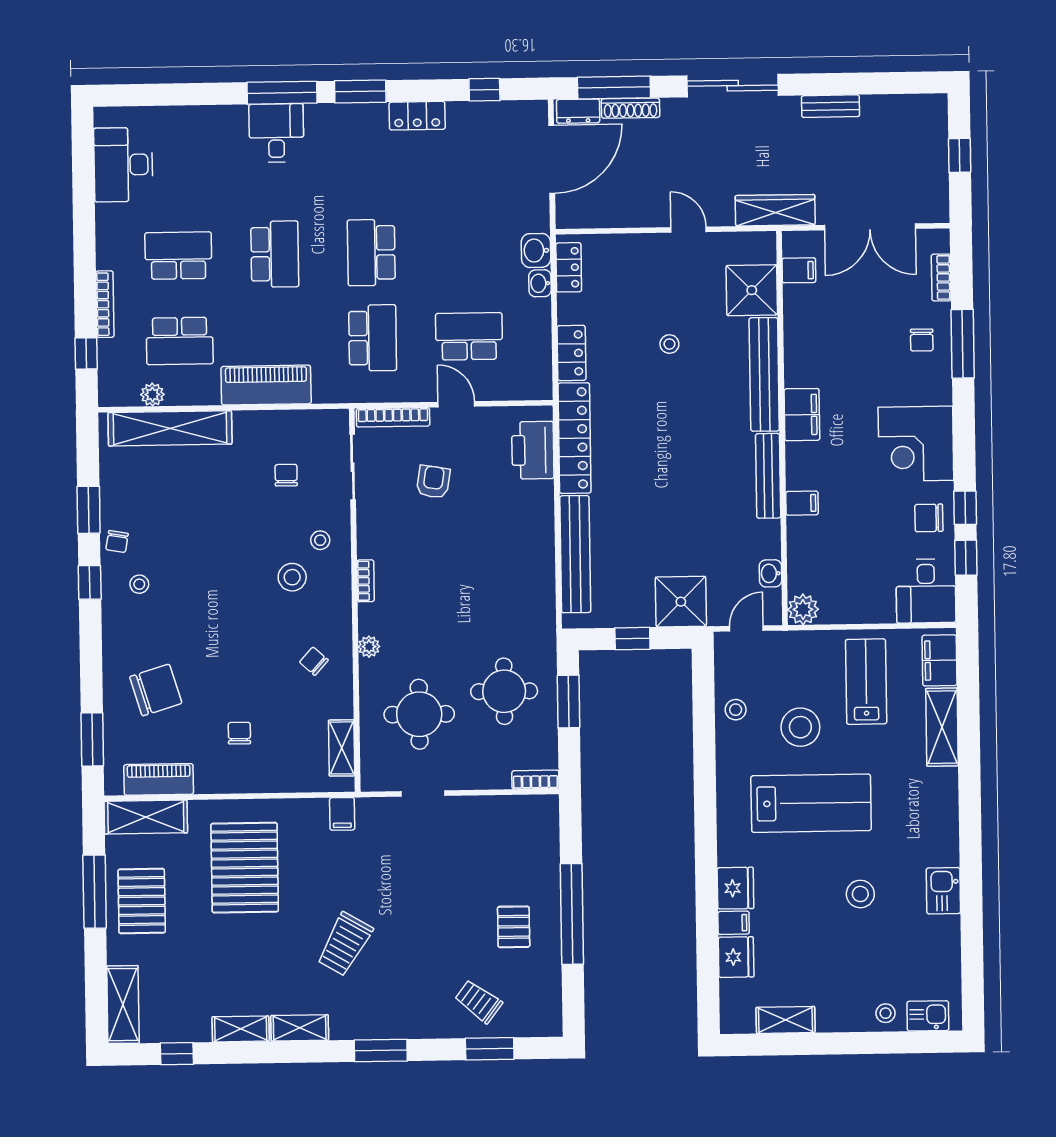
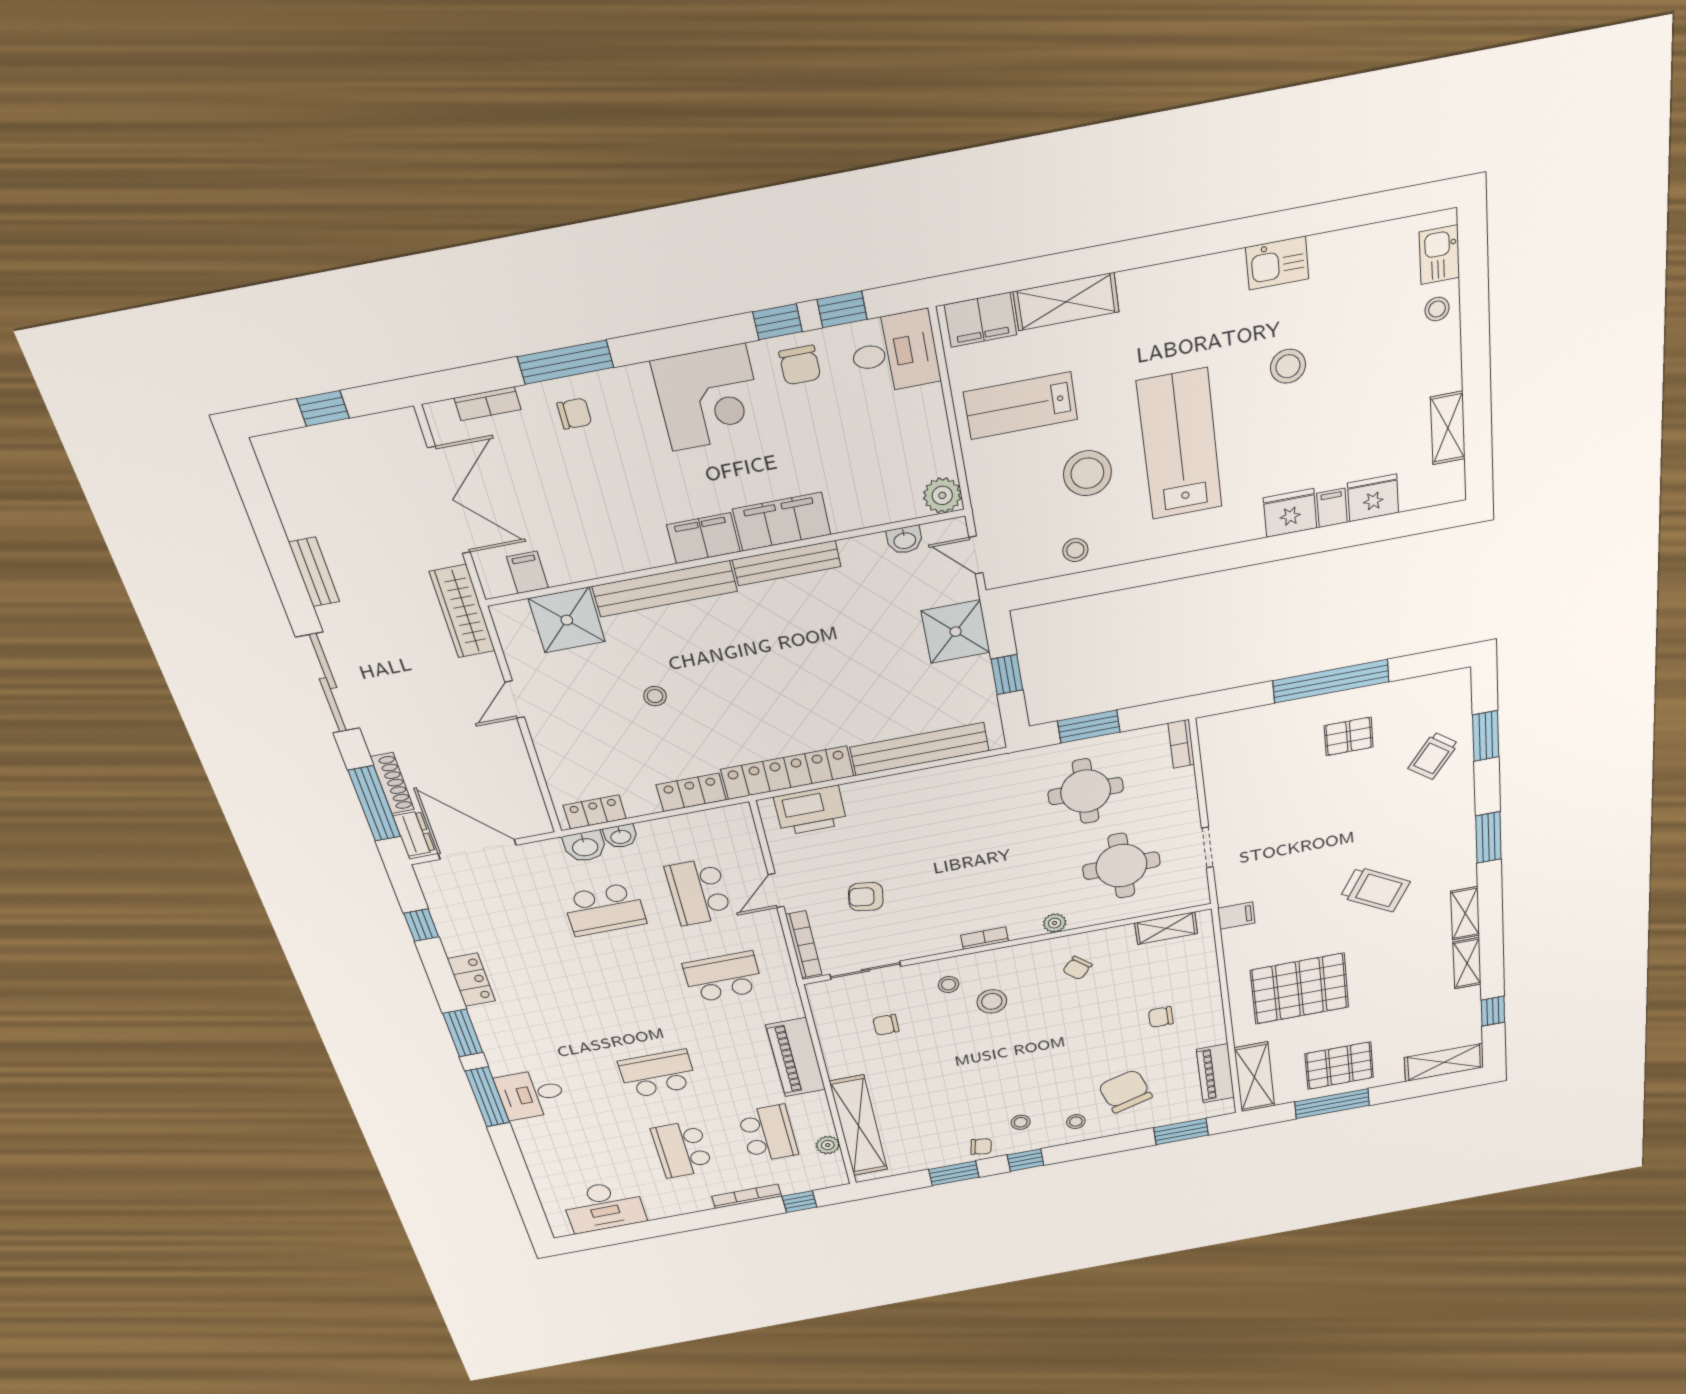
school desk: (371, 253) -> (605, 909), moved
filing cabinet: (802, 503) -> (782, 522), width x3.00, depth x1.17
stool: (128, 638) -> (1076, 1122), added

